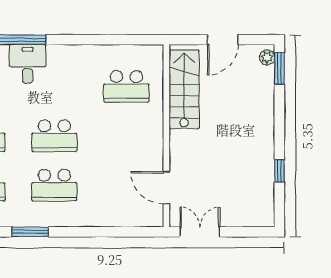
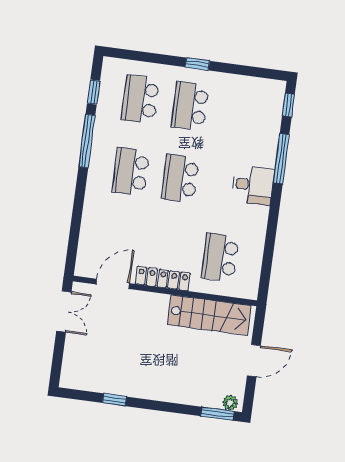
door: (223, 40) -> (254, 361), swing flipped
desk: (28, 64) -> (253, 185), moved
locker: (155, 140) -> (163, 279), added
window: (30, 232) -> (87, 141), width x1.44

